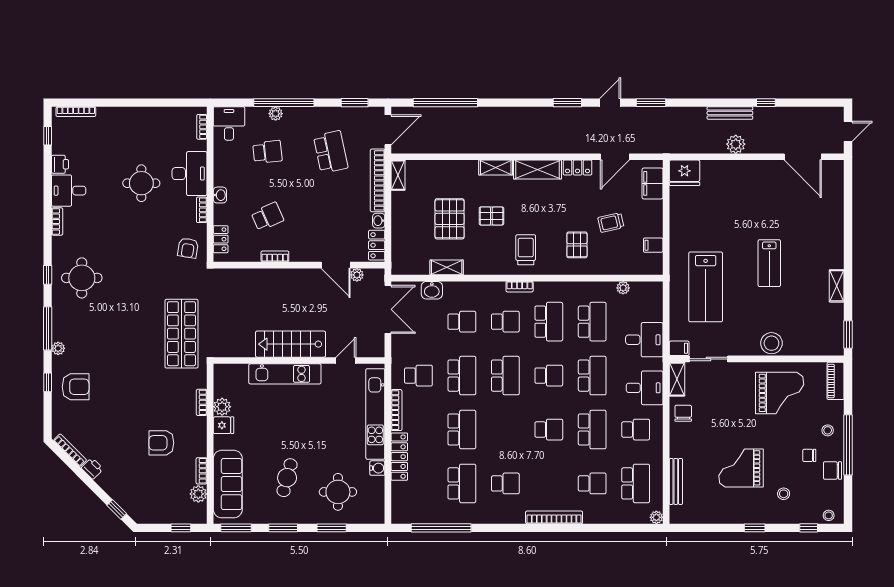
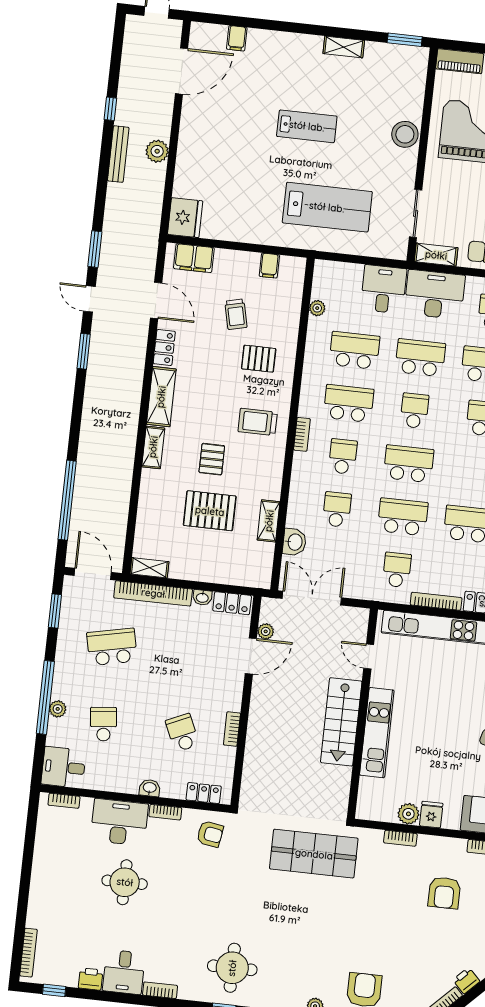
filing cabinet: (679, 348) -> (237, 38), moved, turned 180
desk: (645, 388) -> (435, 294), width x1.37

